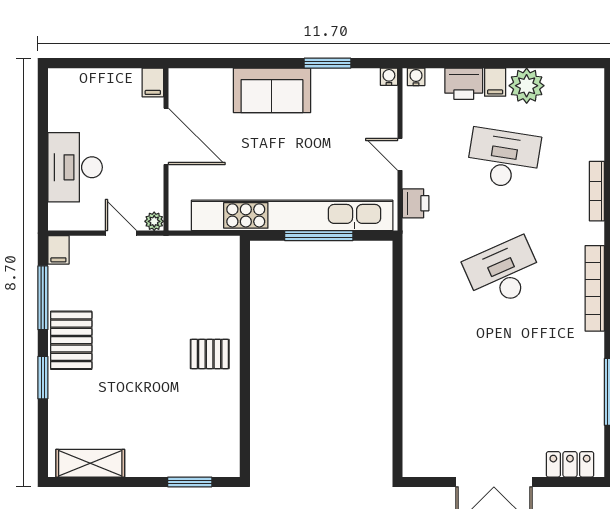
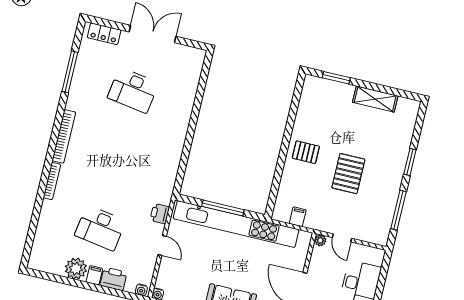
bookcase: (597, 191) -> (52, 181), moved
filing cabinet: (58, 250) -> (298, 217), moved
desk: (503, 273) -> (133, 90), moved, turned 33
pallet: (71, 340) -> (348, 174), moved
shelving: (90, 463) -> (375, 99), moved

